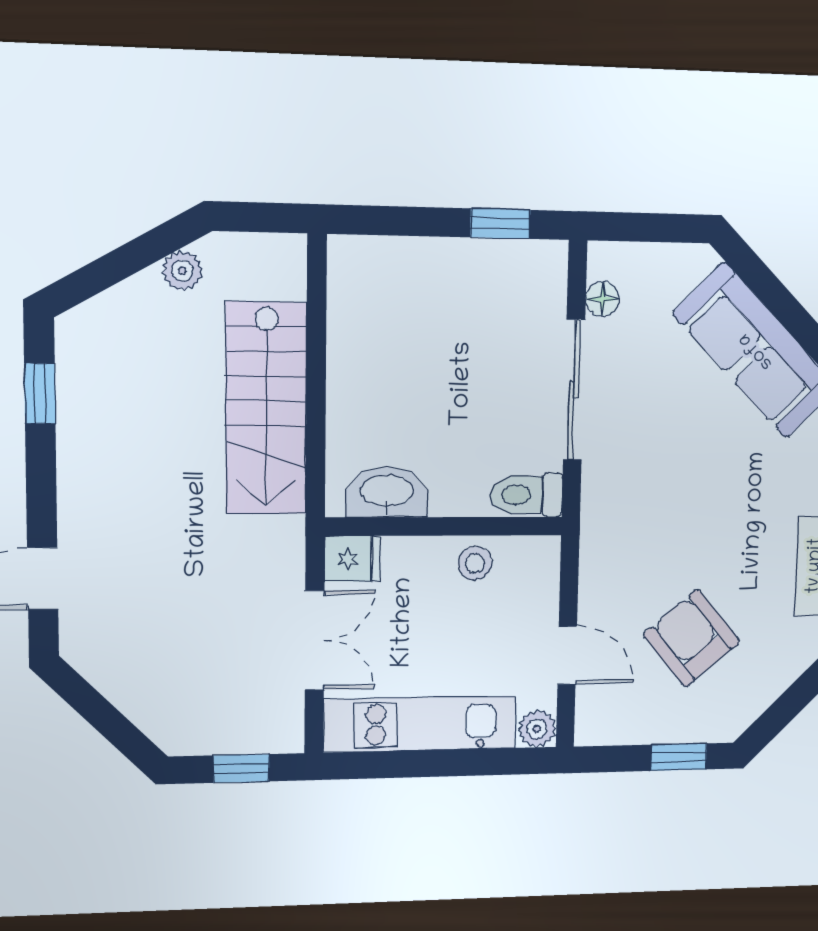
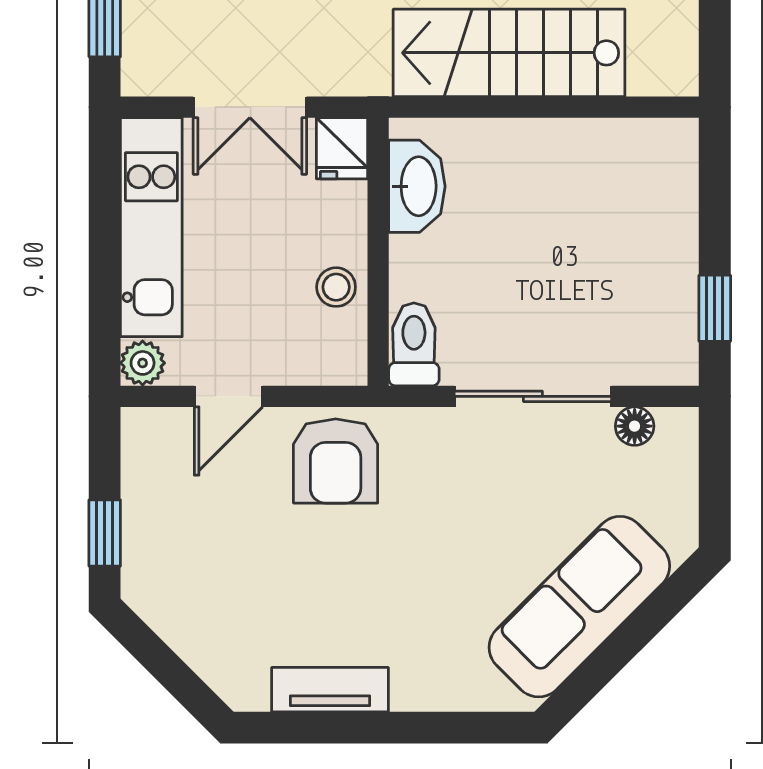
armchair: (692, 638) -> (336, 461), moved, turned 130

